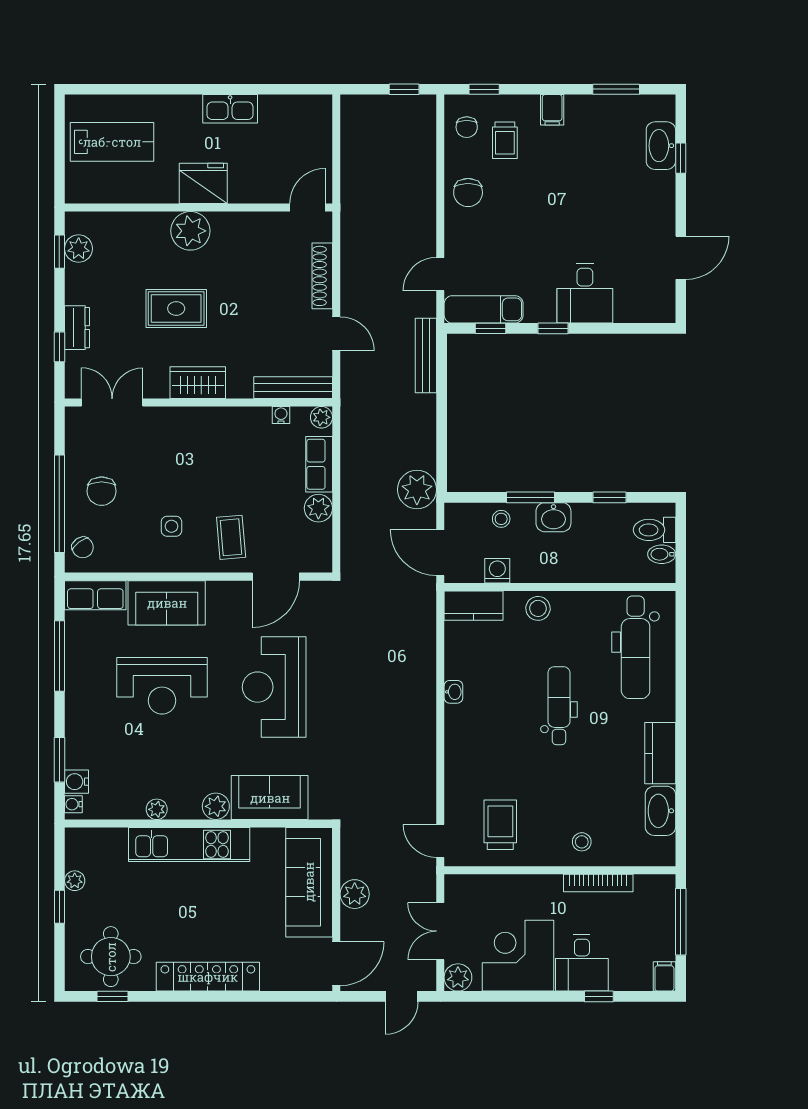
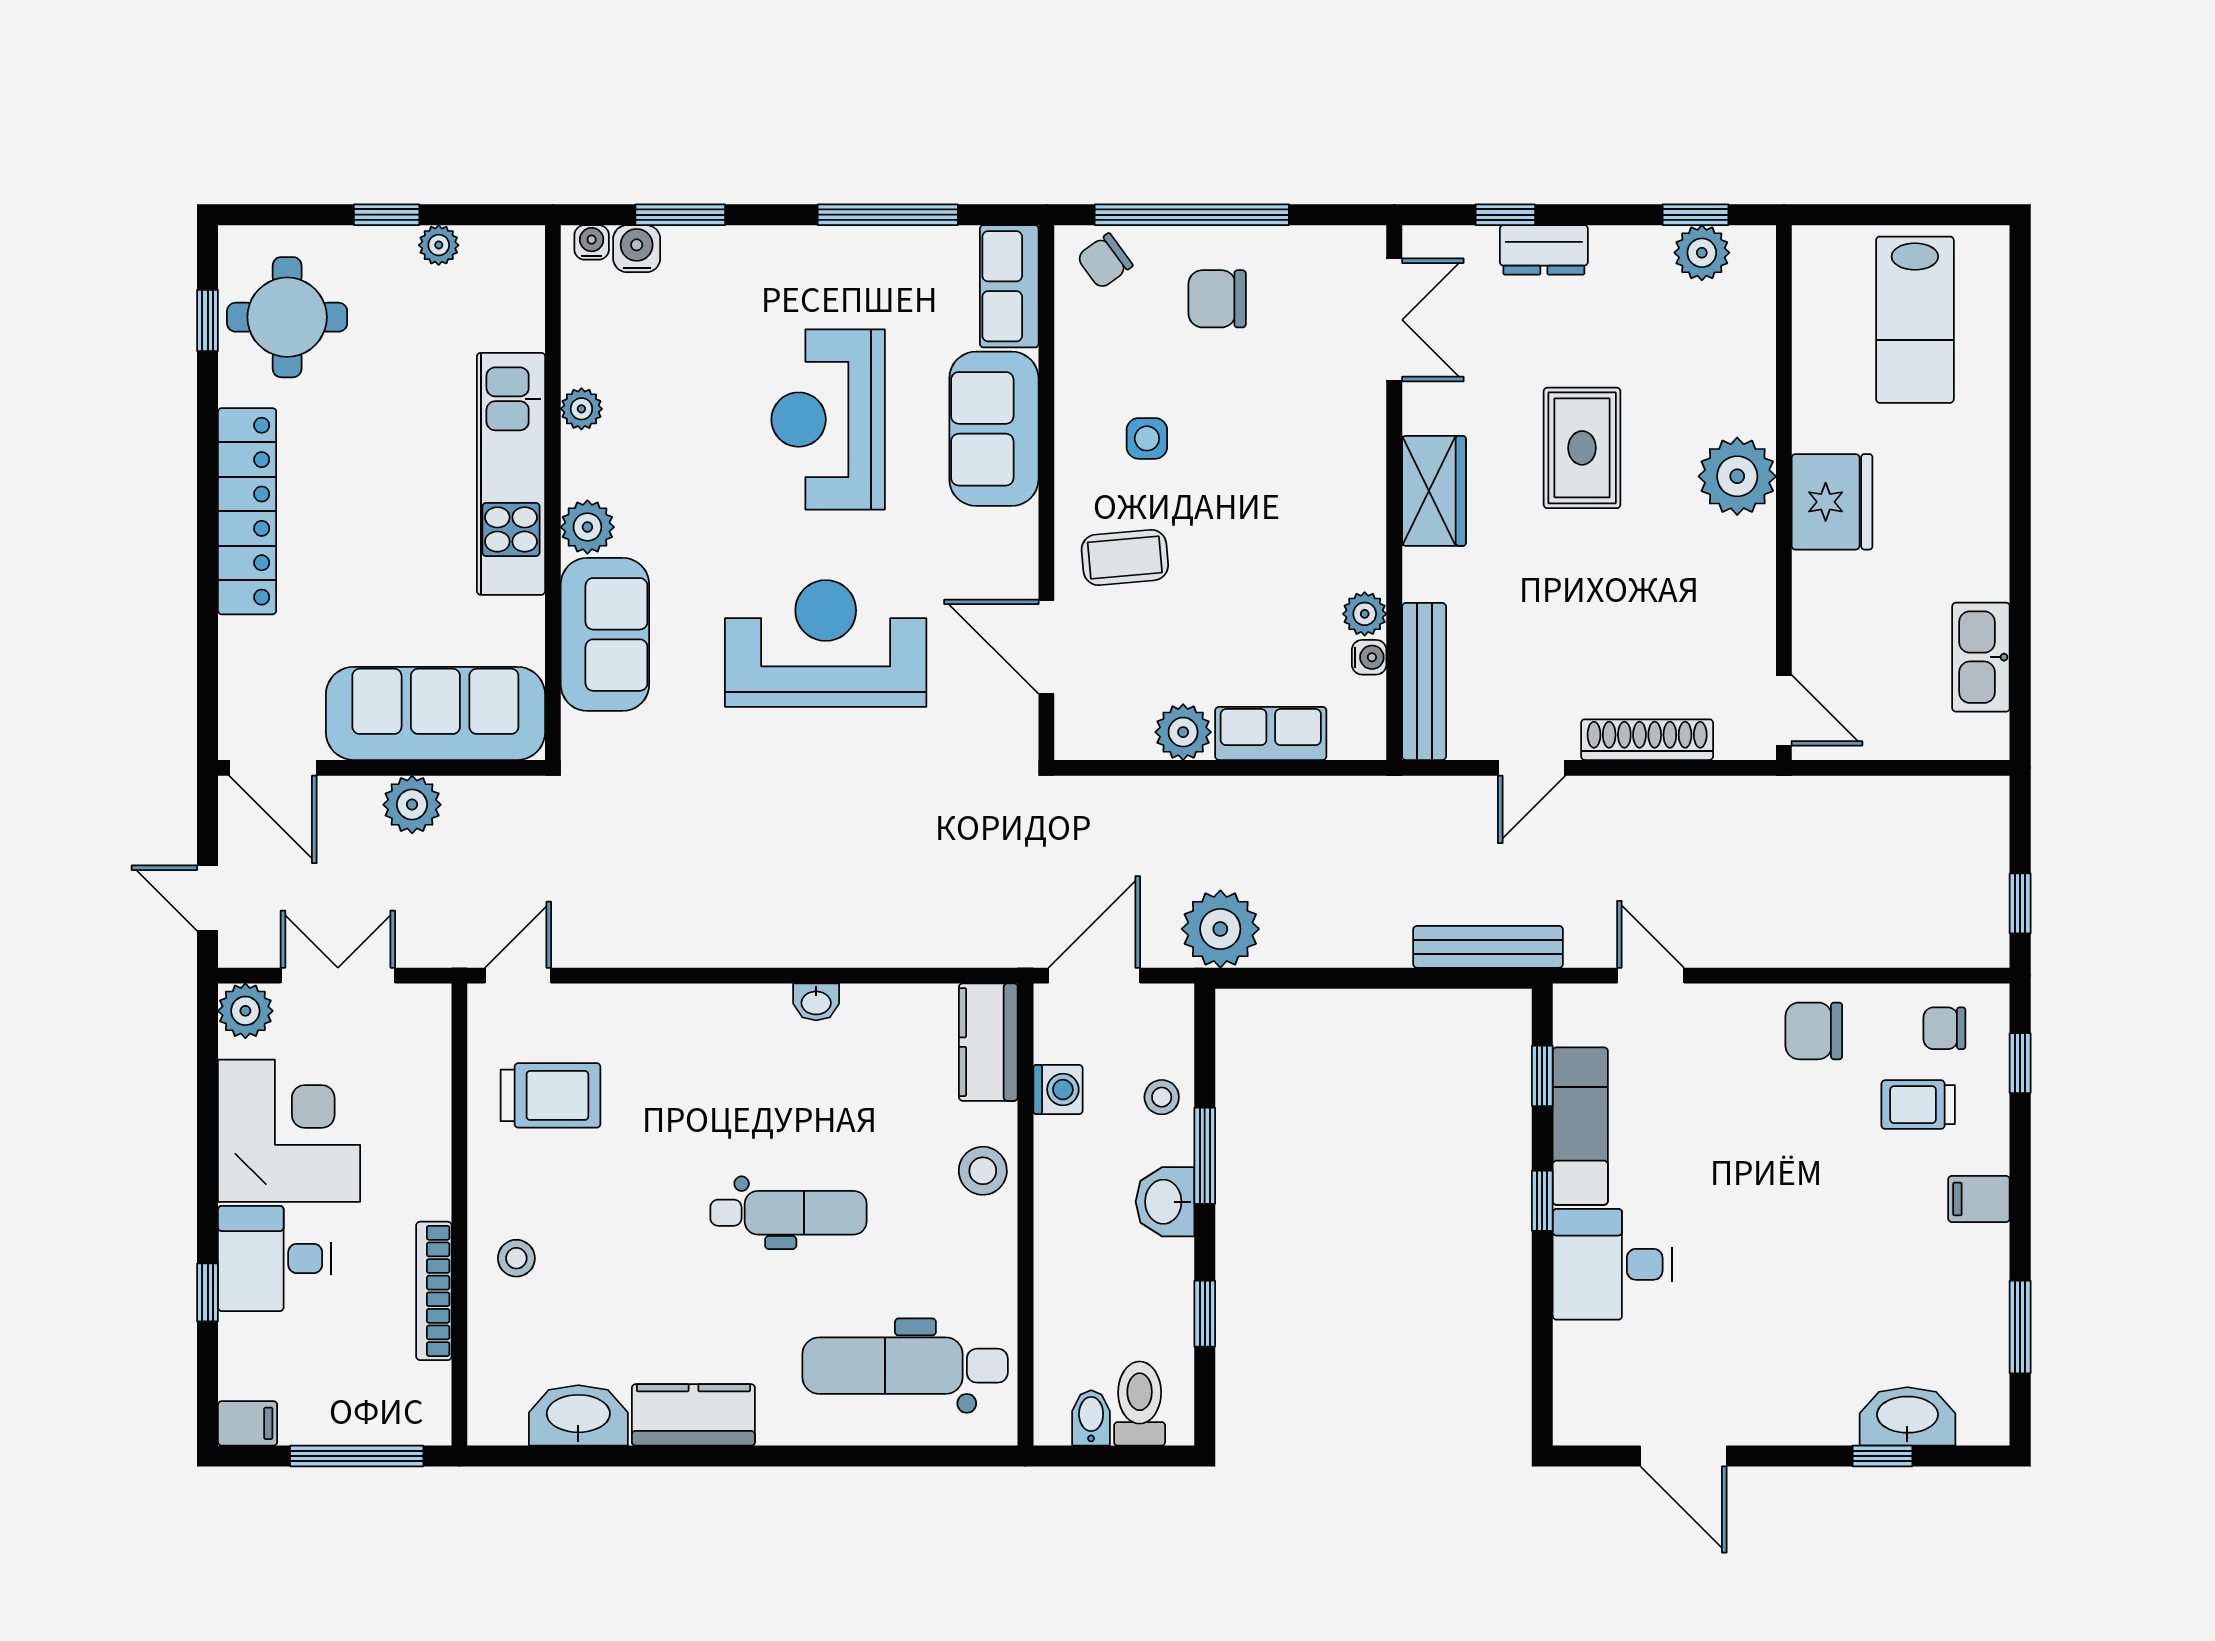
kitchen sink: (230, 109) -> (1981, 657), moved
exam couch: (484, 309) -> (1580, 1126), moved
plant: (321, 417) -> (1365, 614), moved

